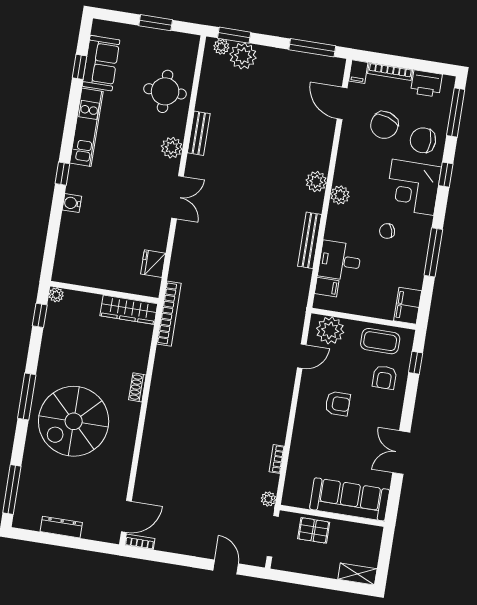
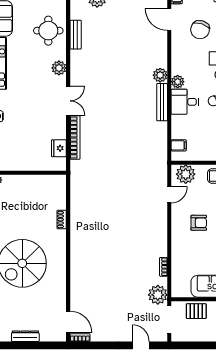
bench: (199, 133) -> (76, 35), moved
bench: (310, 240) -> (162, 102), moved
desk: (340, 261) -> (185, 102), moved
wardrobe: (129, 310) -> (47, 182), removed
bookcase: (169, 314) -> (75, 137), moved
shoe rack: (137, 387) -> (62, 220), moved
plant: (268, 499) -> (158, 295), width x1.88, depth x1.88
door: (126, 516) -> (68, 322), hinge flipped

